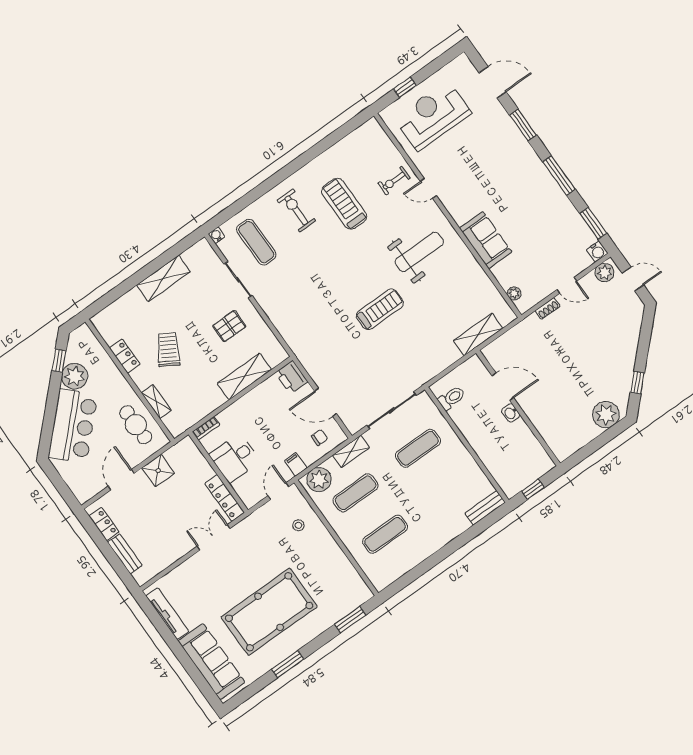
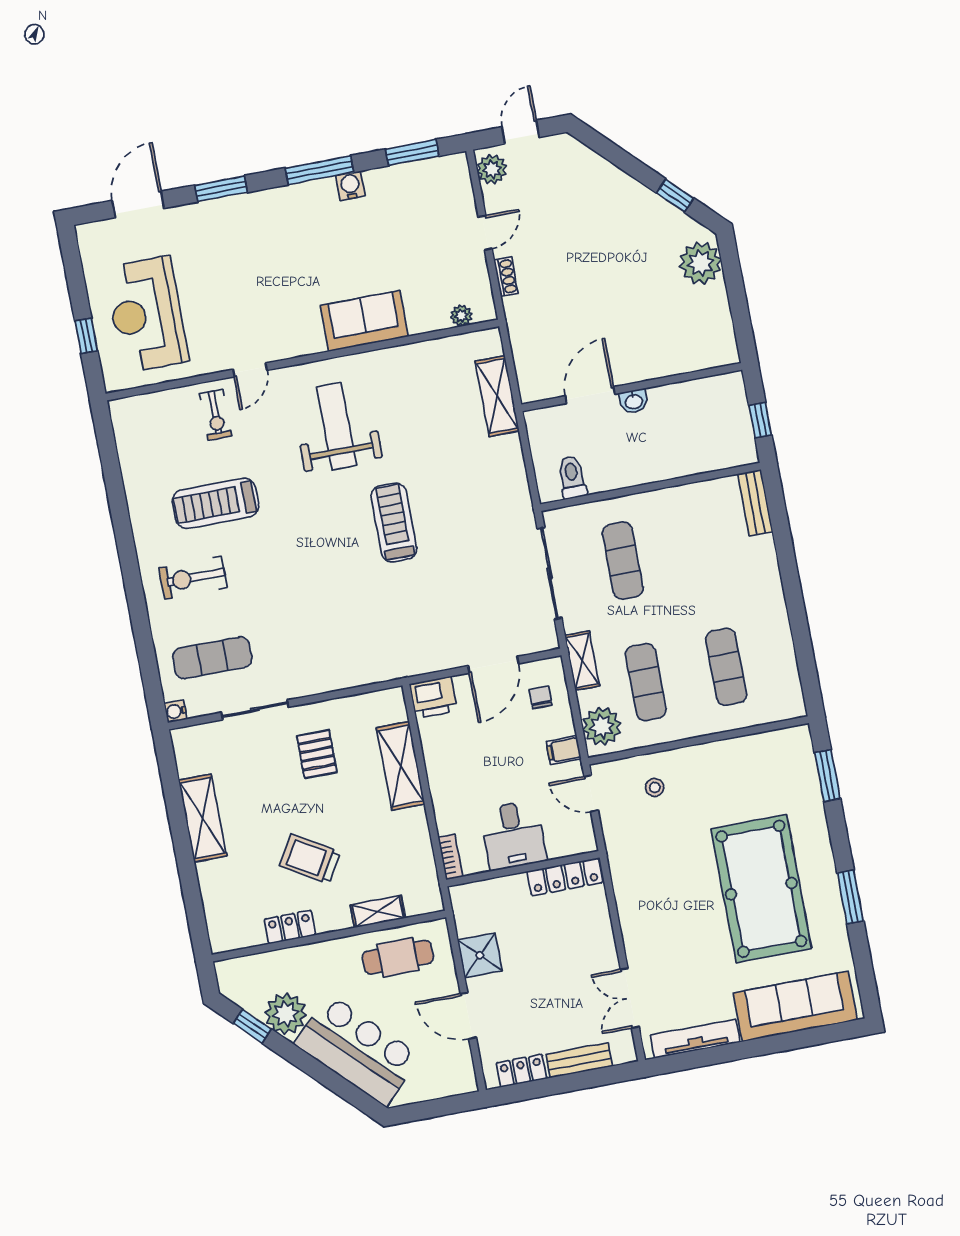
water cooler: (597, 251) -> (350, 186), moved, turned -90
double door: (214, 537) -> (630, 998), moved

